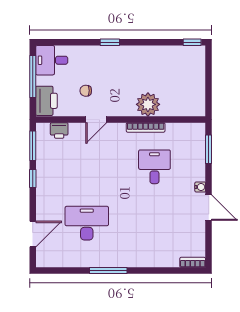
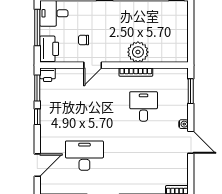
printer: (59, 130) -> (48, 75), moved

